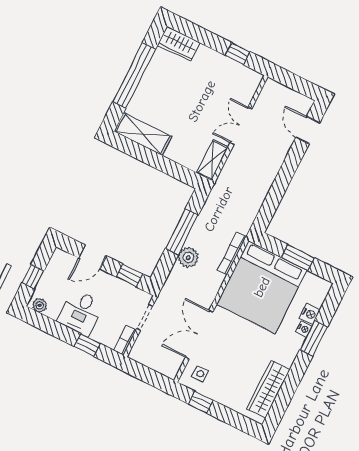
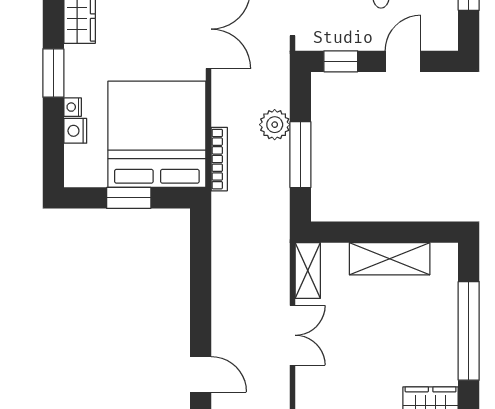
shelving: (143, 134) -> (390, 259), moved
window: (314, 338) -> (53, 73), moved

